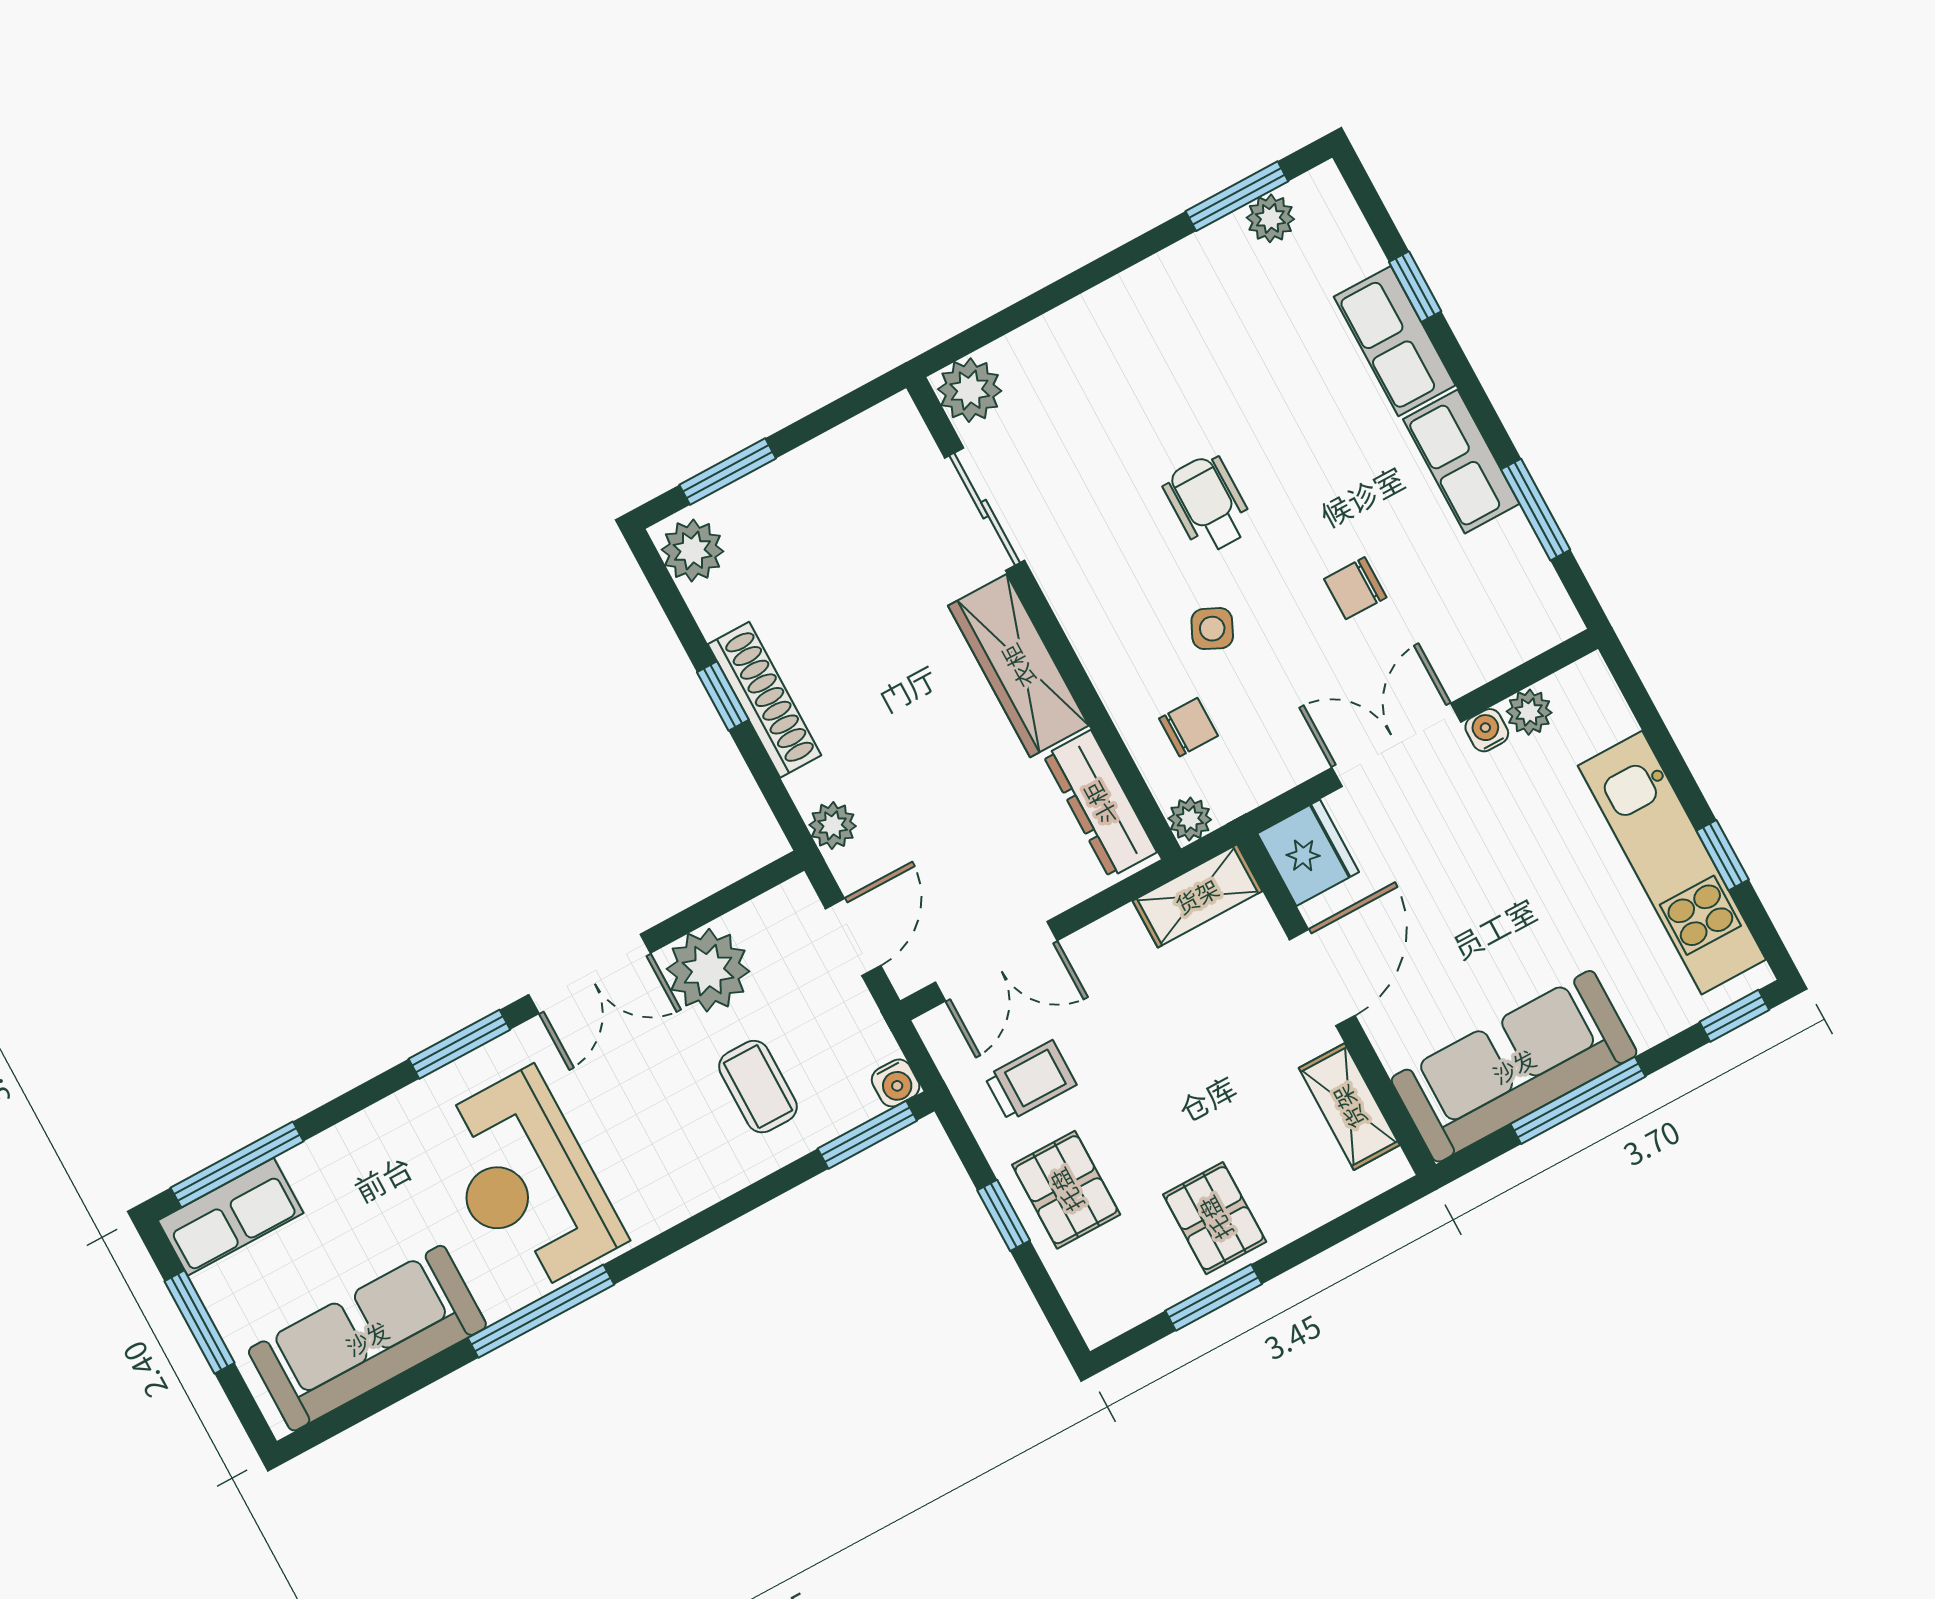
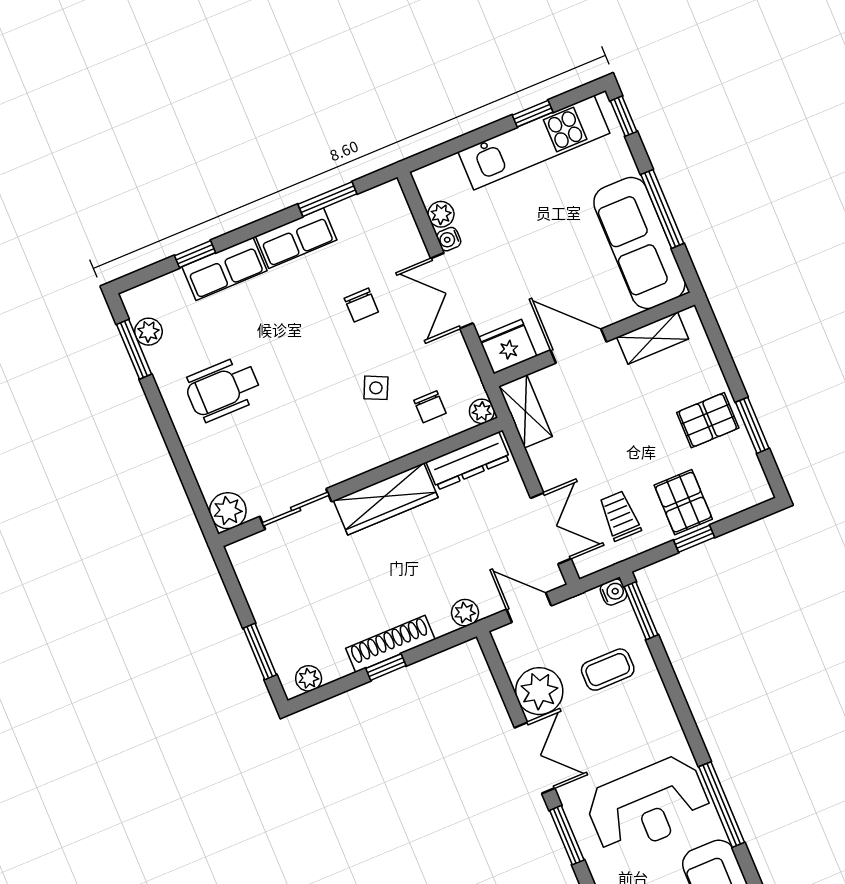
wheelchair: (1208, 504) -> (223, 389), moved, width x1.36, depth x1.37
plant: (693, 551) -> (309, 678), width x0.73, depth x0.73
chair: (1188, 727) -> (430, 407), turned 180
pallet: (1066, 1190) -> (683, 502), turned 90

